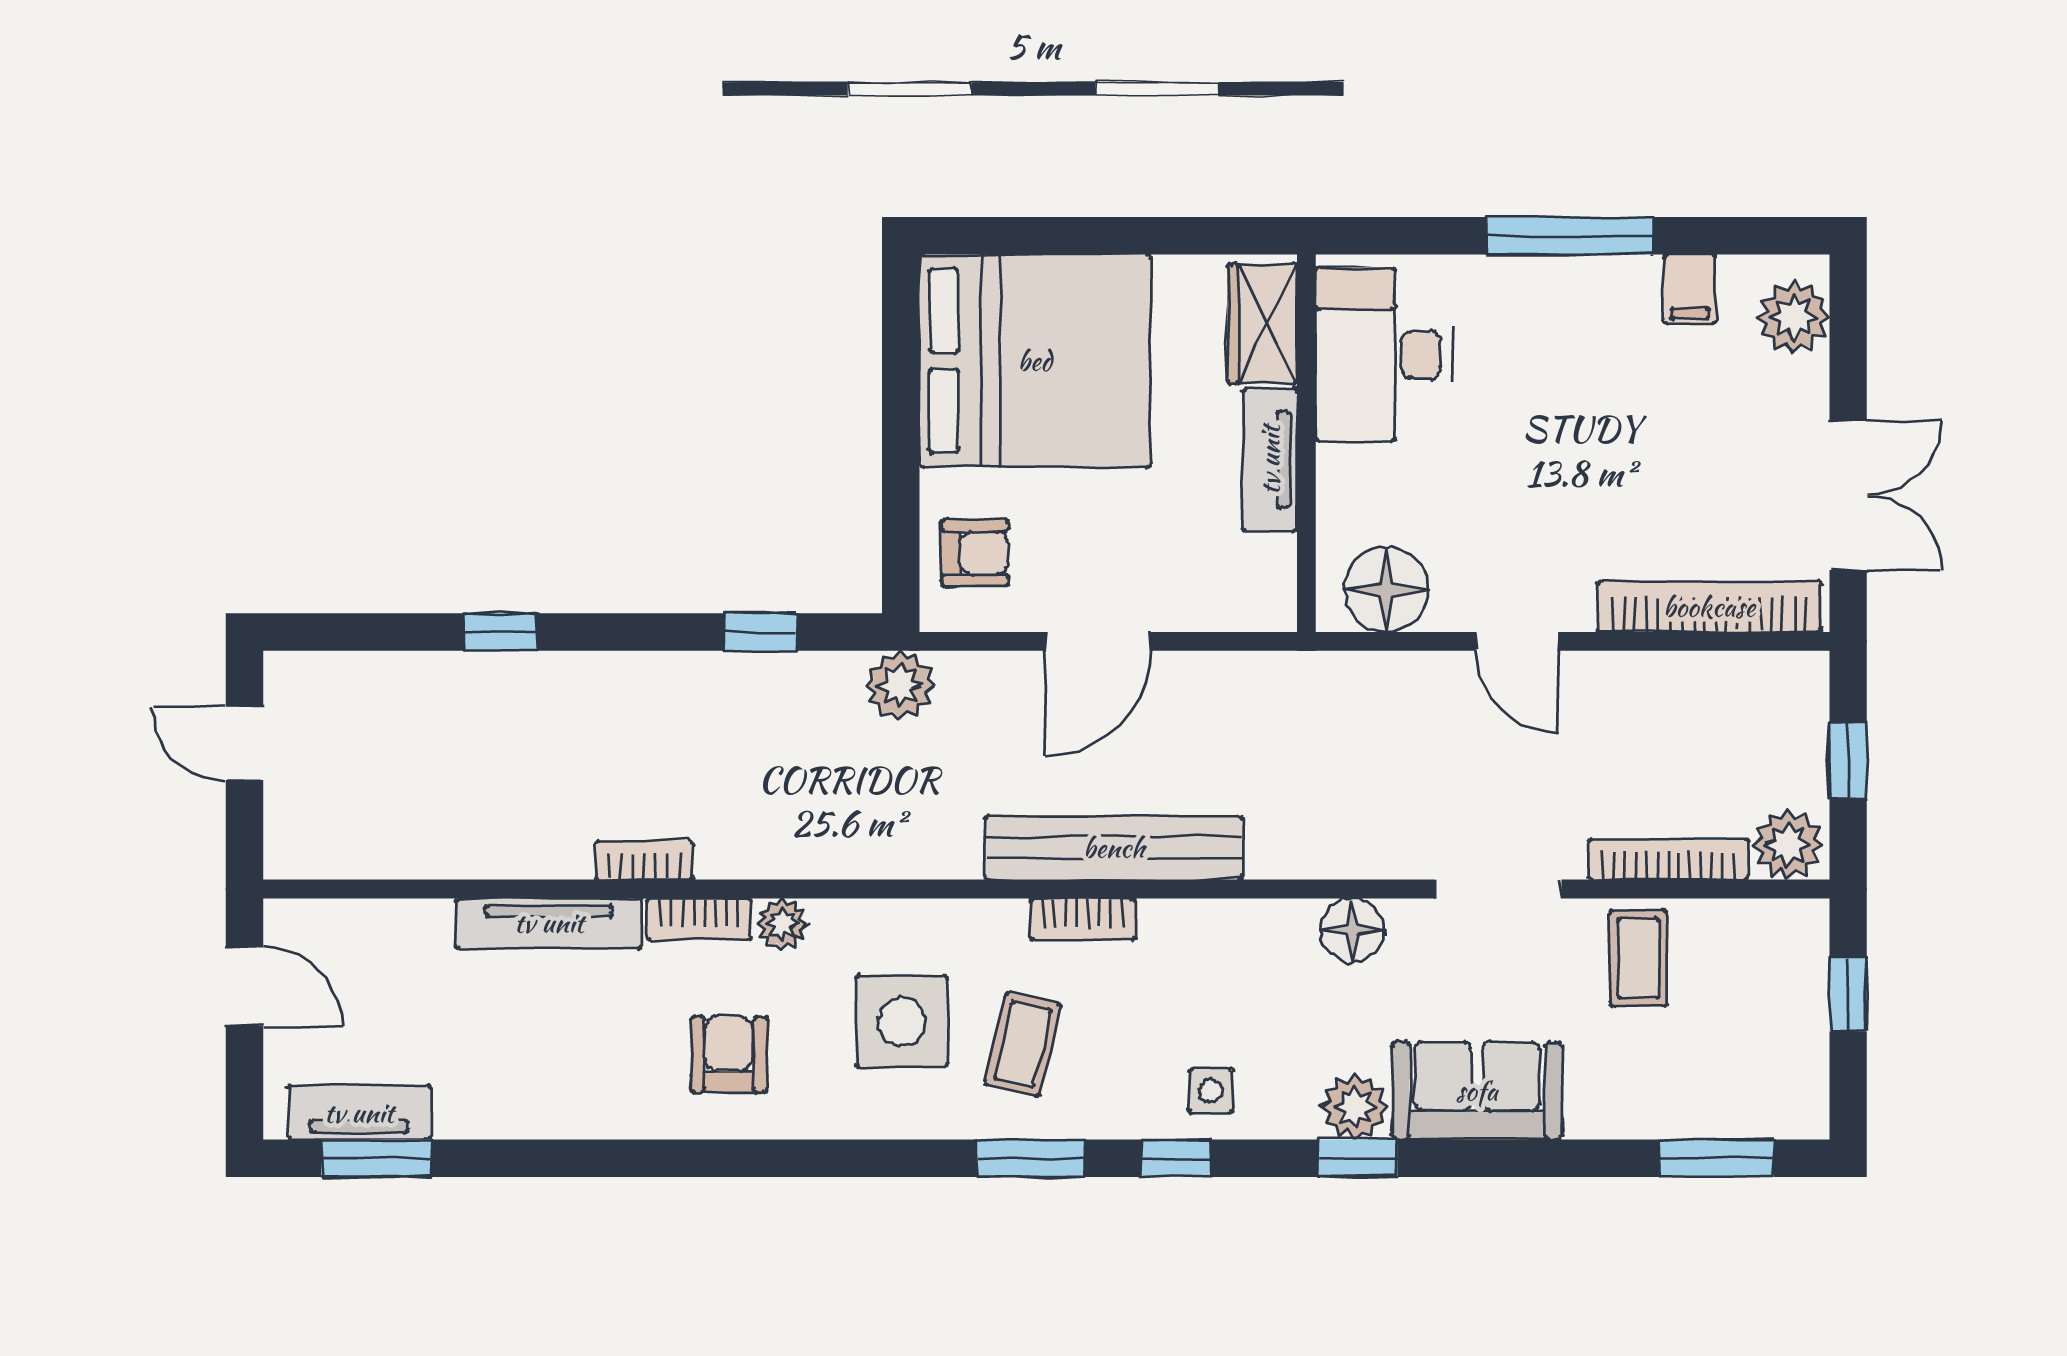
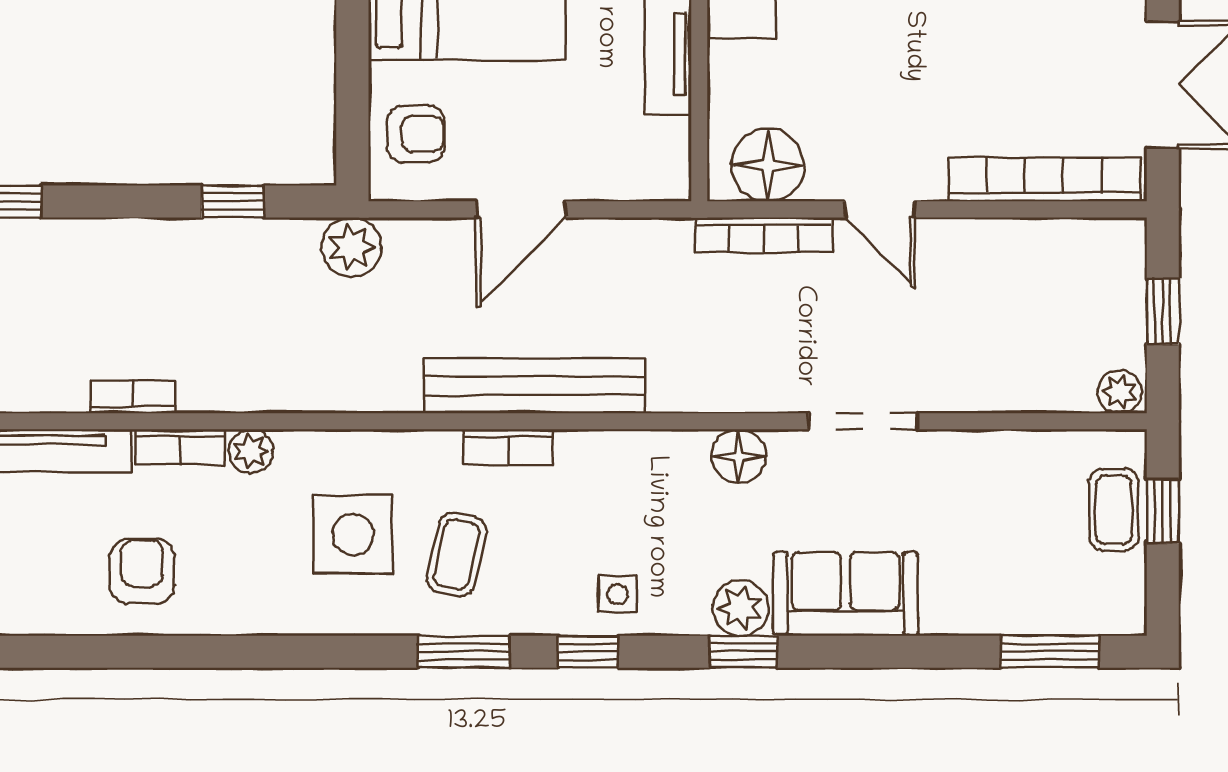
plant: (1788, 845) -> (1120, 392), width x0.73, depth x0.73
bookcase: (1668, 859) -> (764, 235), moved, turned 180
coffee table: (1638, 958) -> (1114, 510), moved
armchair: (729, 1054) -> (142, 571), moved

